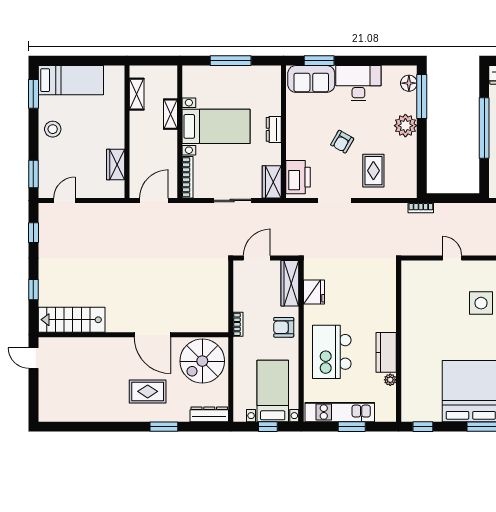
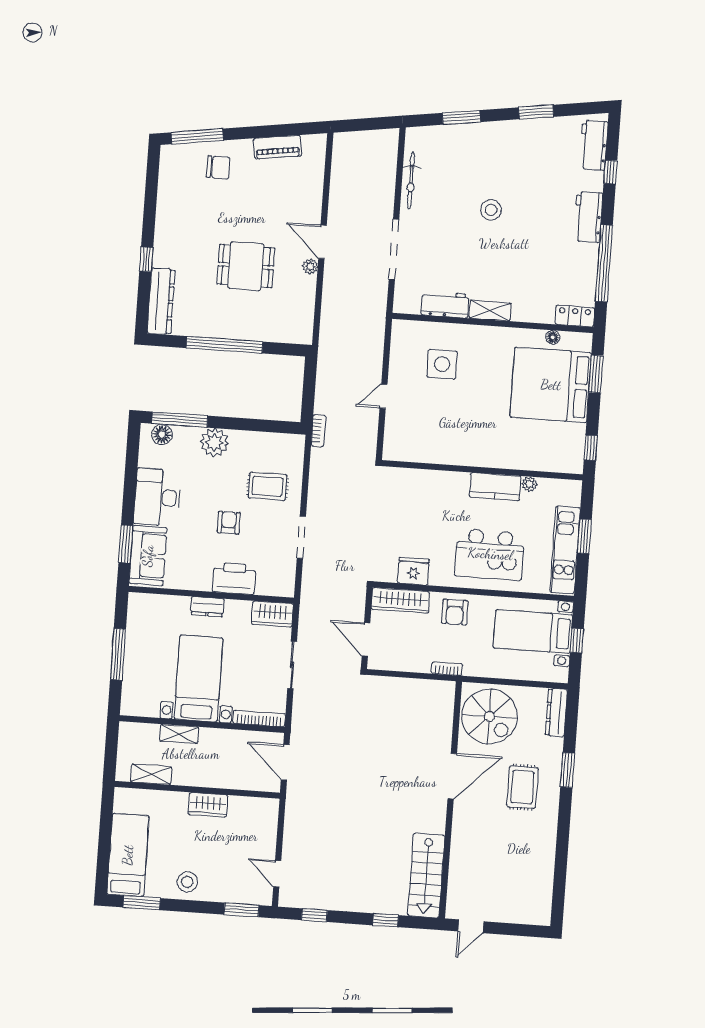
armchair: (342, 142) -> (229, 523), turned -120
wardrobe: (116, 165) -> (208, 805), moved
printer: (298, 177) -> (234, 578), moved

